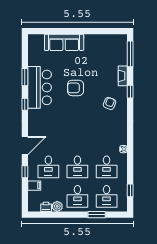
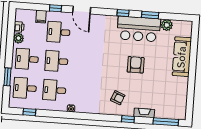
plant: (34, 60) -> (167, 25), added

